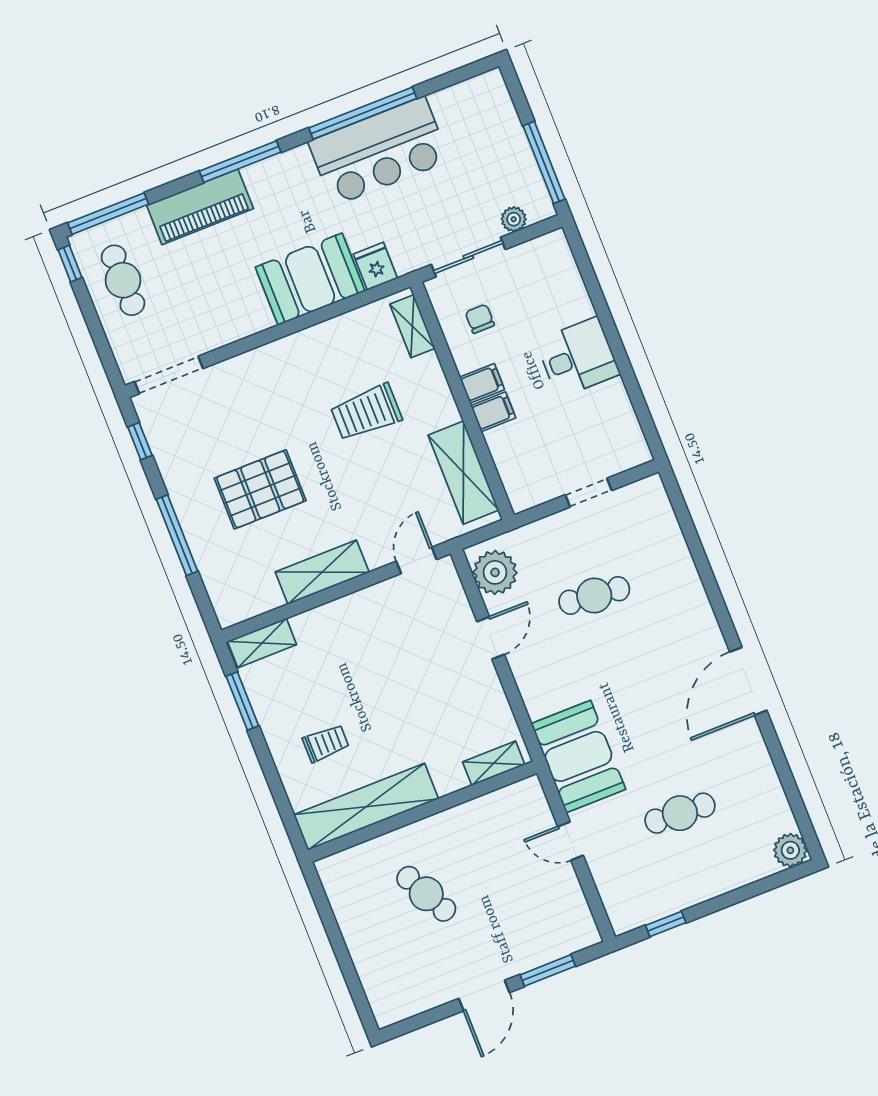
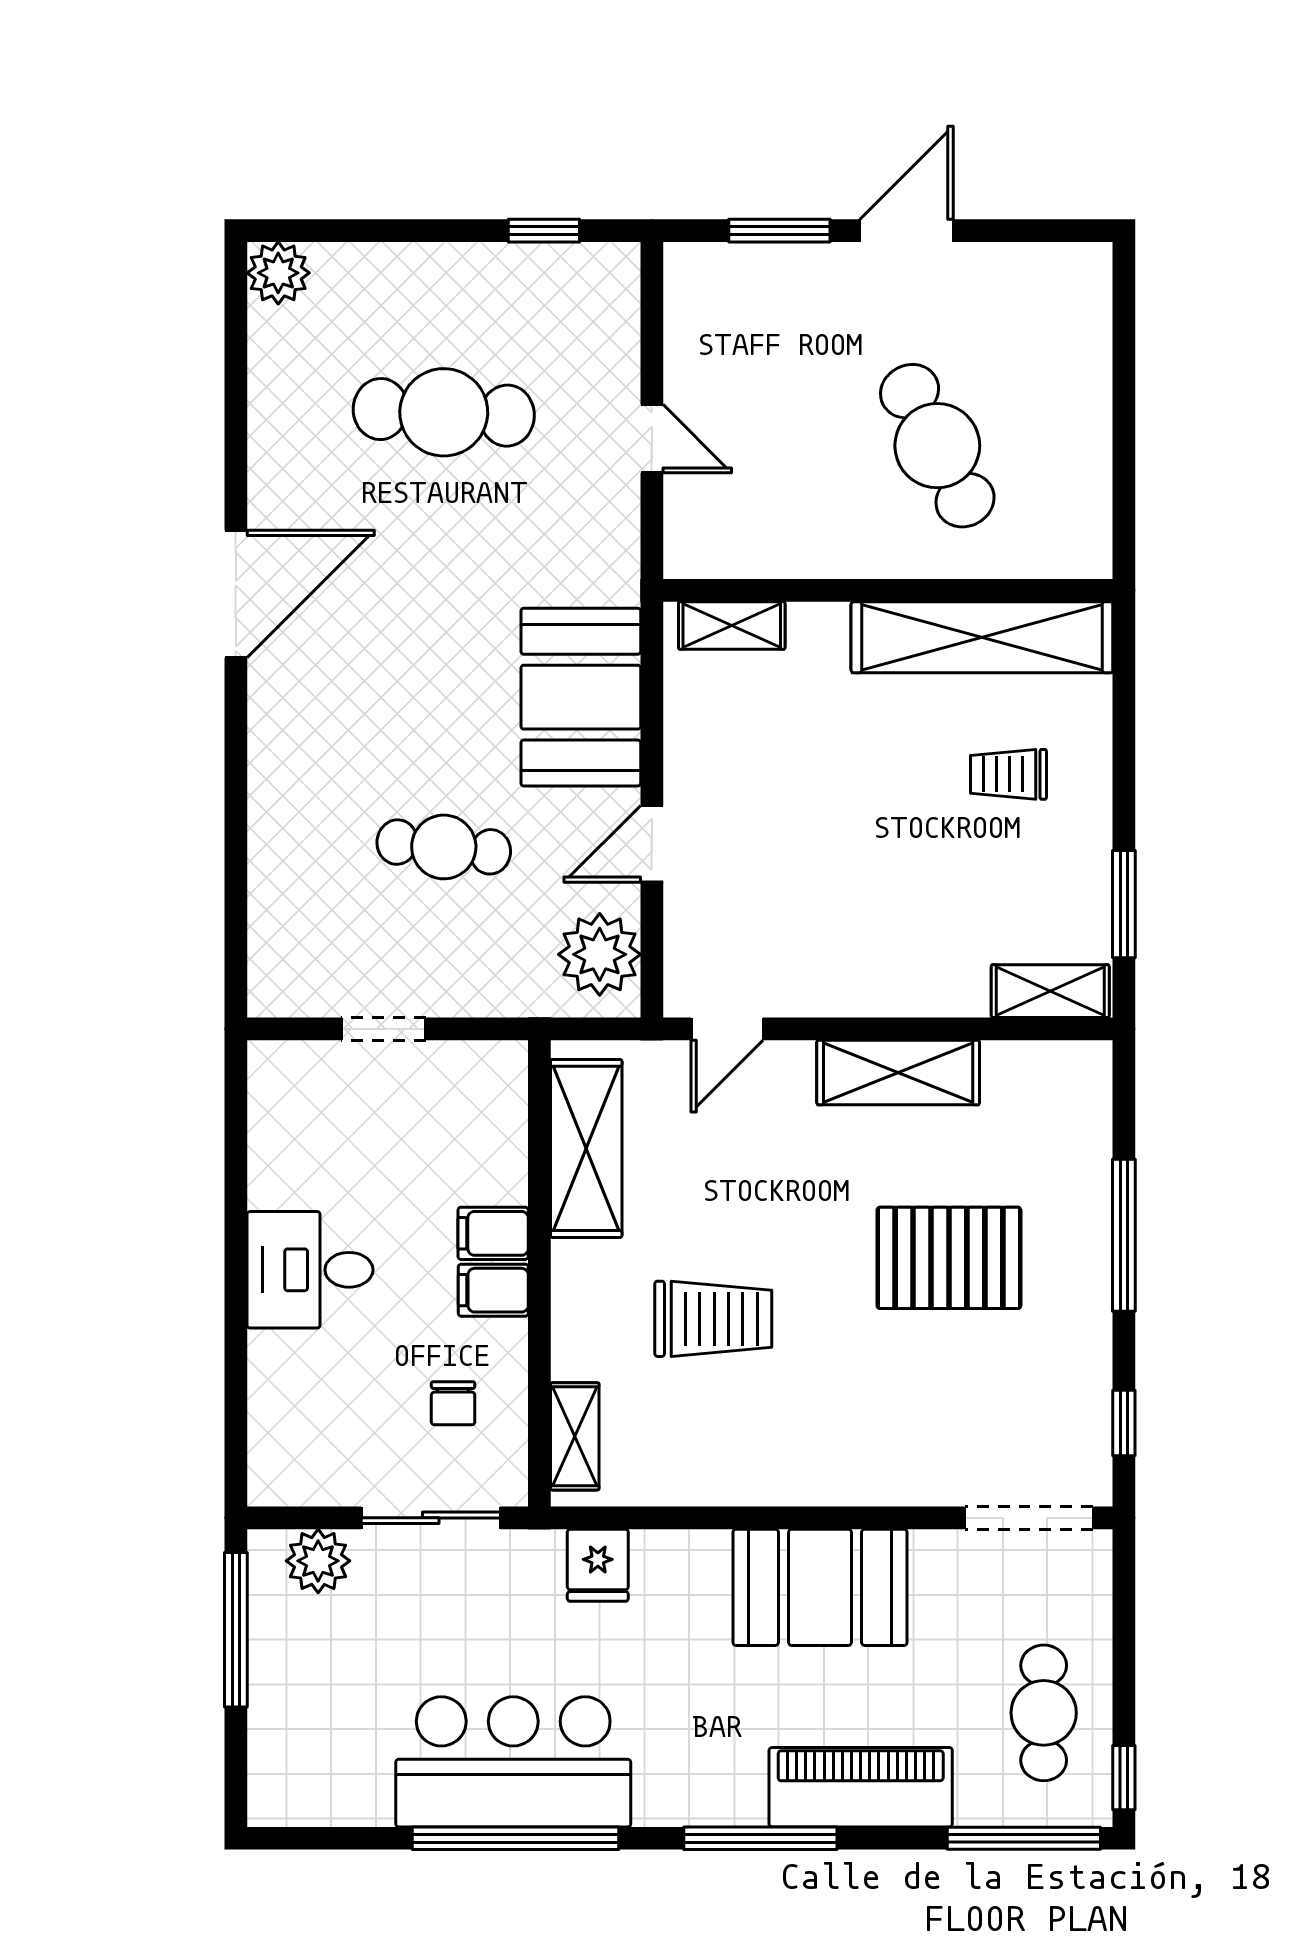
plant: (514, 219) -> (318, 1561), width x1.38, depth x1.38
booth: (310, 279) -> (820, 1587), moved
booth: (578, 756) -> (581, 697), moved
cafe table: (680, 813) -> (444, 412), width x1.37, depth x1.35
cafe table: (426, 894) -> (937, 446), width x1.37, depth x1.35

